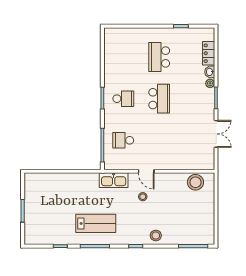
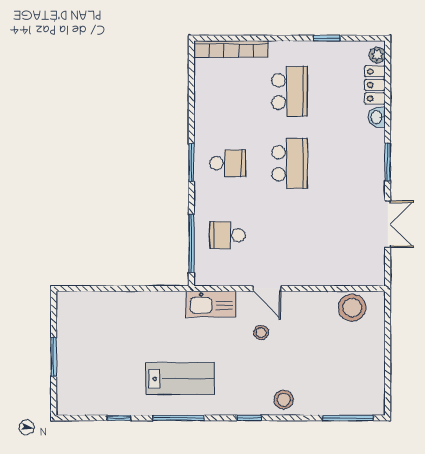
bookcase: (125, 32) -> (231, 49), added
school desk: (159, 57) -> (290, 91), turned 180
plant: (210, 83) -> (377, 55), moved

